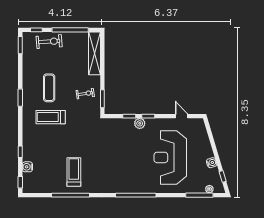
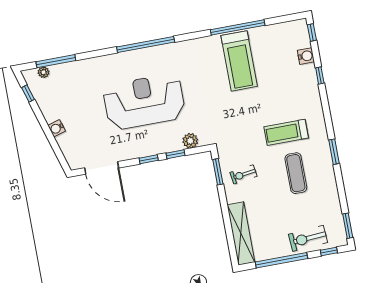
door: (182, 116) -> (102, 168), width x1.87
treadmill: (51, 117) -> (286, 132), turned 180
plant: (140, 123) -> (190, 141), moved
reception desk: (170, 157) -> (144, 102), moved, turned -90
water cooler: (212, 163) -> (57, 128), moved
treadmill: (74, 172) -> (239, 61), width x1.37, depth x1.38

